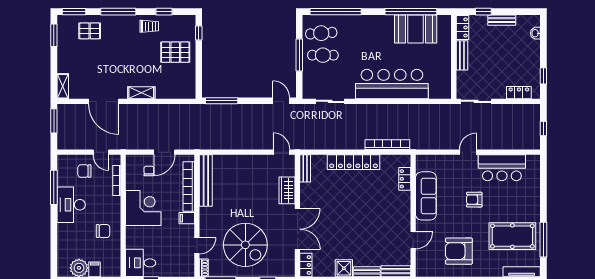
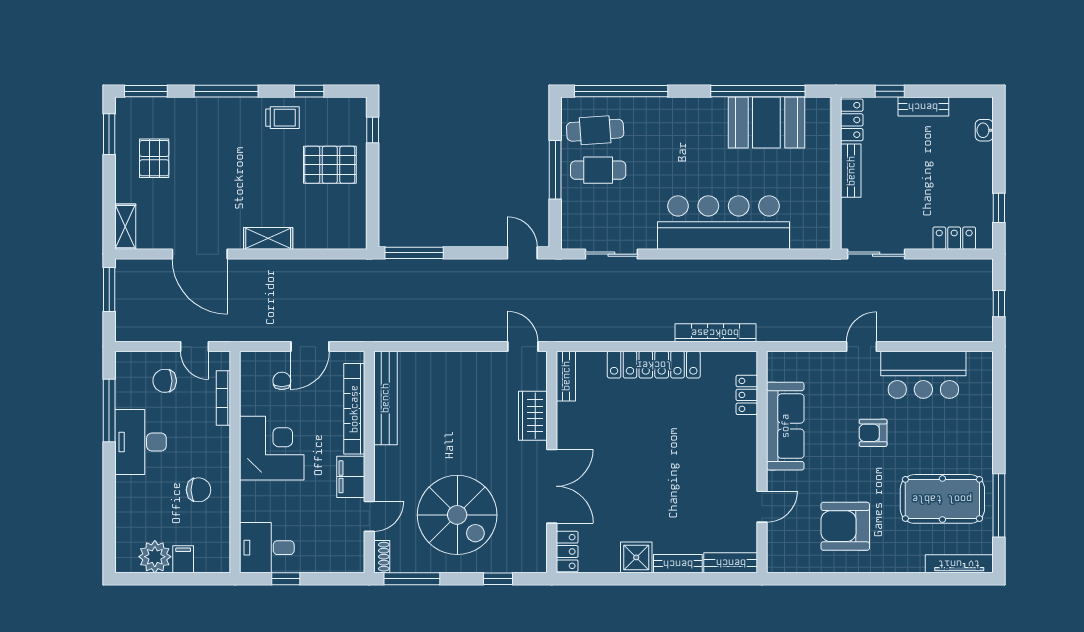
pallet: (90, 31) -> (154, 158), moved, turned 90
filing cabinet: (187, 218) -> (351, 477), width x2.00

